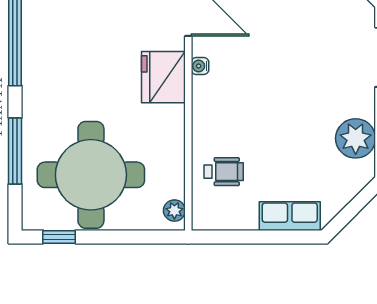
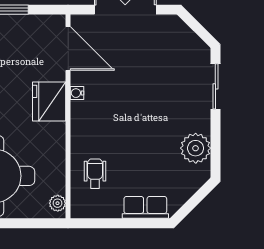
wheelchair: (224, 172) -> (95, 174), turned -90

